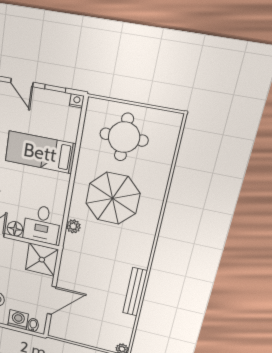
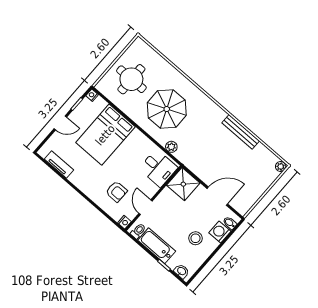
bed: (40, 152) -> (105, 135), width x1.50
floor lamp: (15, 229) -> (151, 189), removed
door: (52, 300) -> (217, 196), hinge flipped

